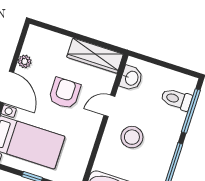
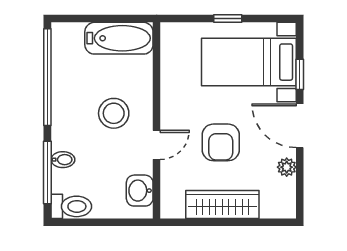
wardrobe: (95, 56) -> (222, 205), moved
toilet: (176, 99) -> (71, 206), moved
bidet: (177, 116) -> (63, 160), added

